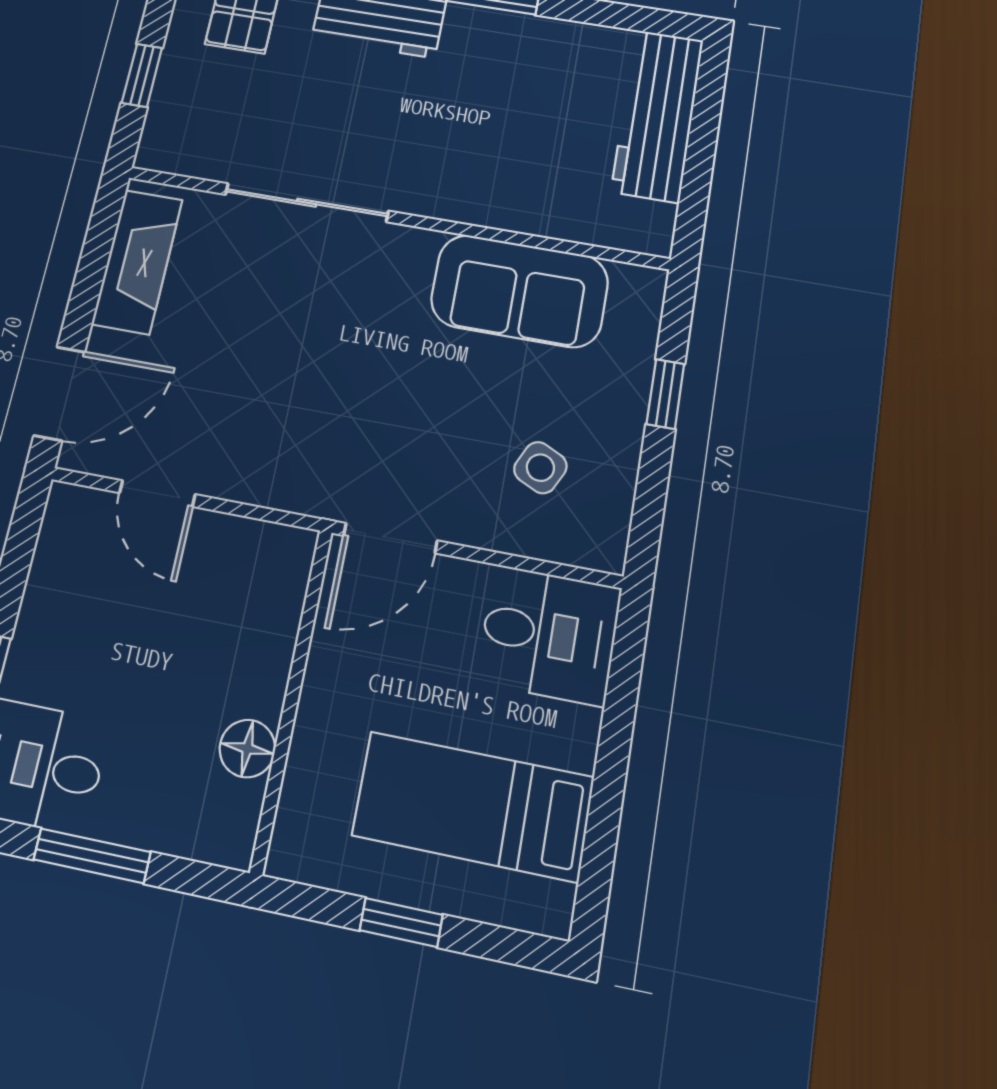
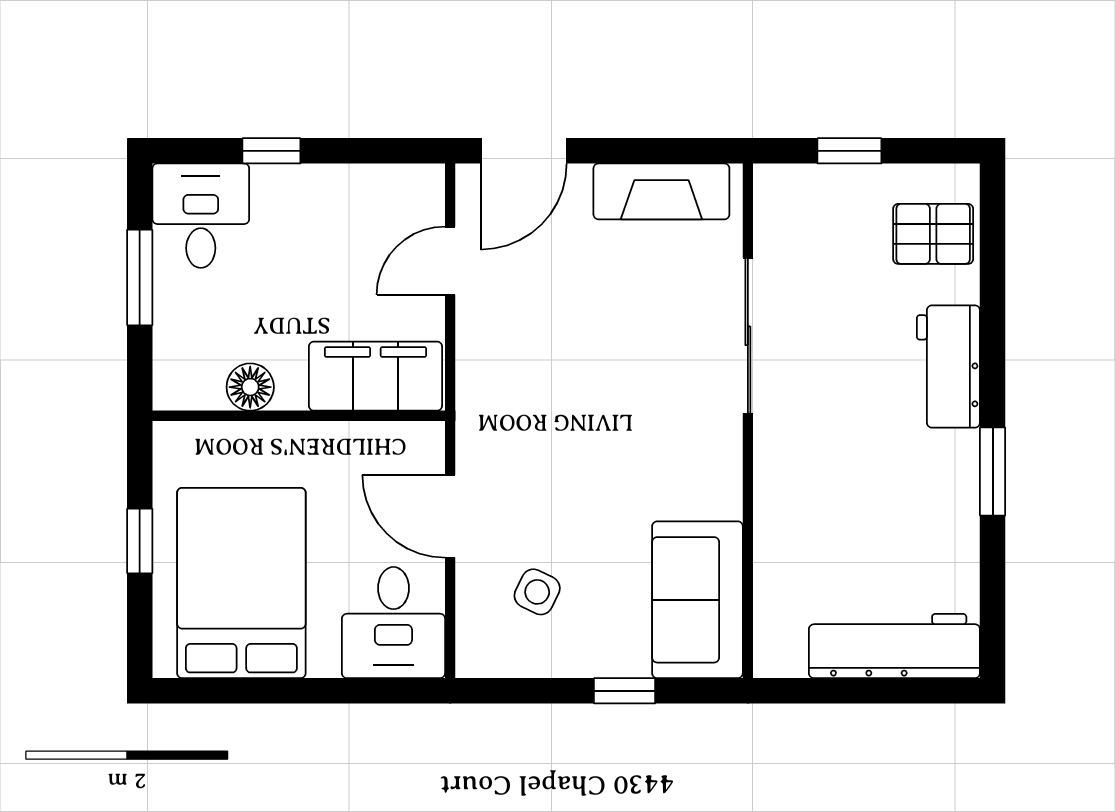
sofa: (519, 291) -> (697, 600), moved
door: (59, 394) -> (524, 151), hinge flipped
door: (390, 538) -> (450, 516), moved
filing cabinet: (266, 601) -> (375, 376), added
bed: (473, 806) -> (241, 583), width x1.50

